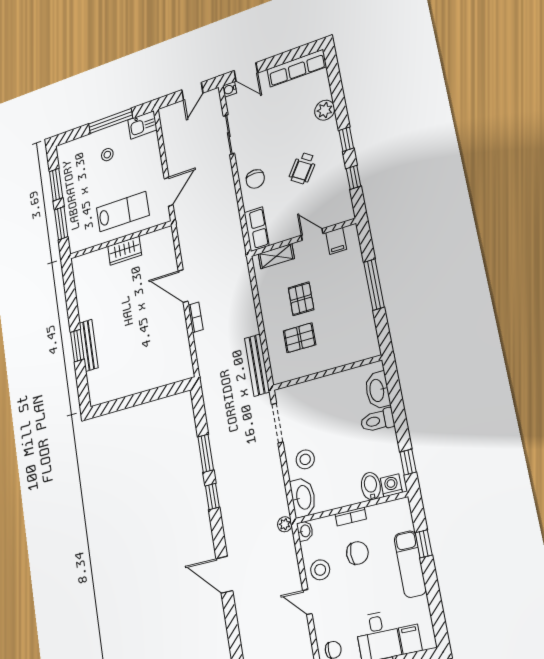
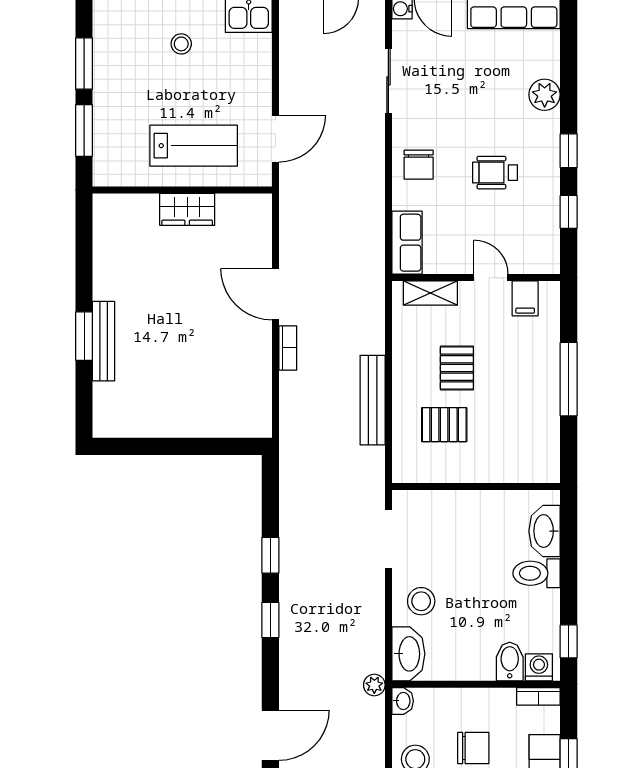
wheelchair: (303, 168) -> (495, 173), turned 56
bench: (257, 365) -> (373, 400), moved
window: (206, 453) -> (270, 555), width x0.67
bookcase: (351, 517) -> (538, 696), moved
door: (224, 575) -> (270, 735), swing flipped

